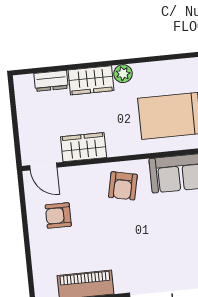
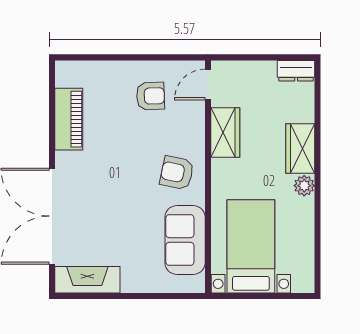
dresser: (51, 81) -> (296, 71), moved, turned -90
armchair: (58, 216) -> (151, 96), turned 88

